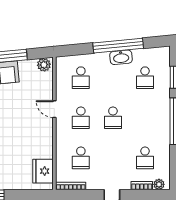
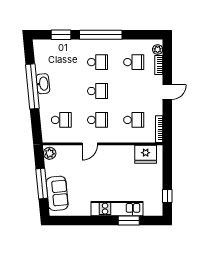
school desk: (145, 78) -> (98, 62), moved

